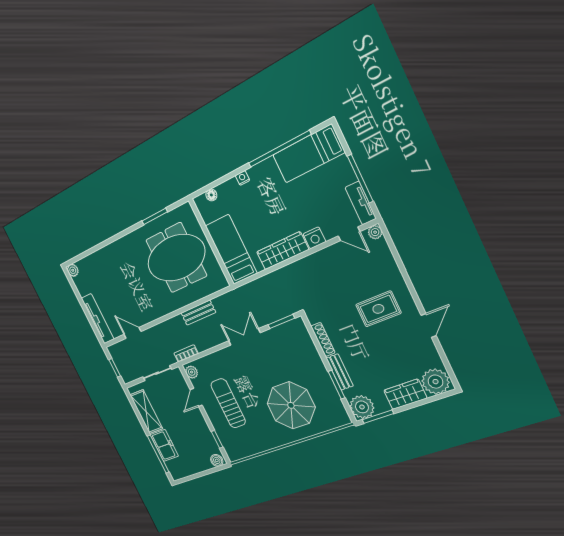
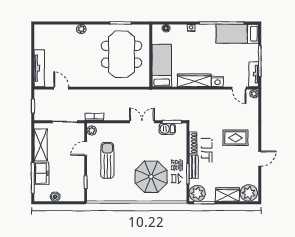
meeting table: (176, 258) -> (121, 54), turned 90
plant: (73, 270) -> (81, 29), moved
bench: (198, 313) -> (118, 94), removed
barbecue: (280, 334) -> (167, 129), added
boiler: (217, 460) -> (55, 197), moved

